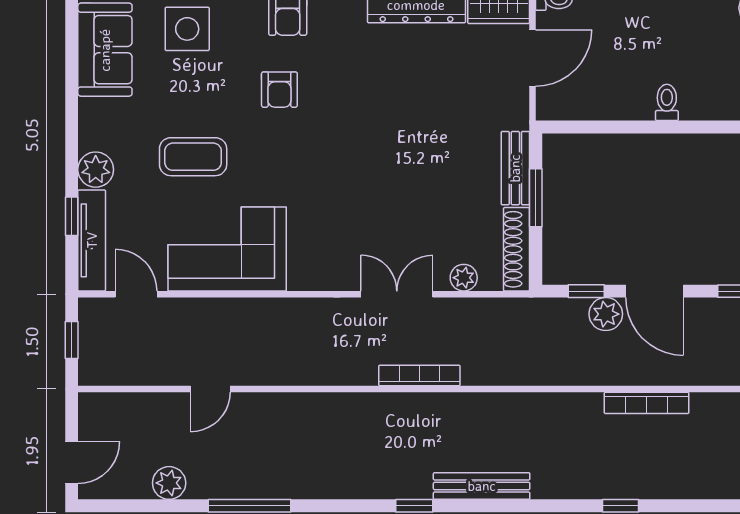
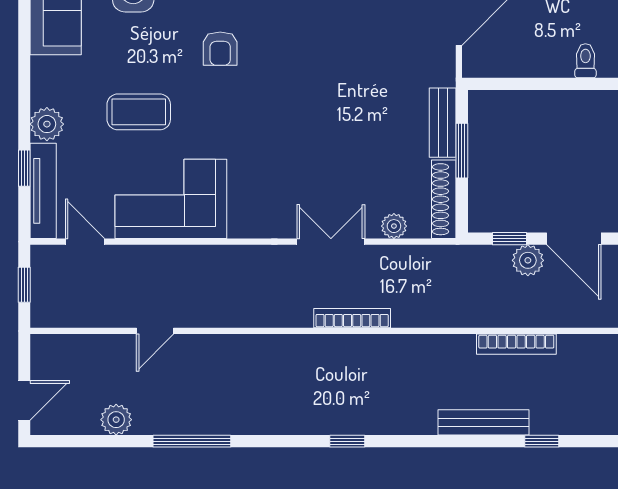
bookcase: (647, 403) -> (516, 344), moved
bench: (482, 486) -> (483, 422), moved

